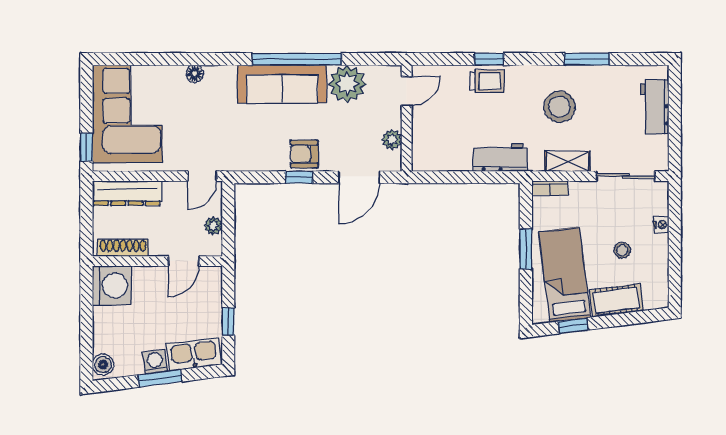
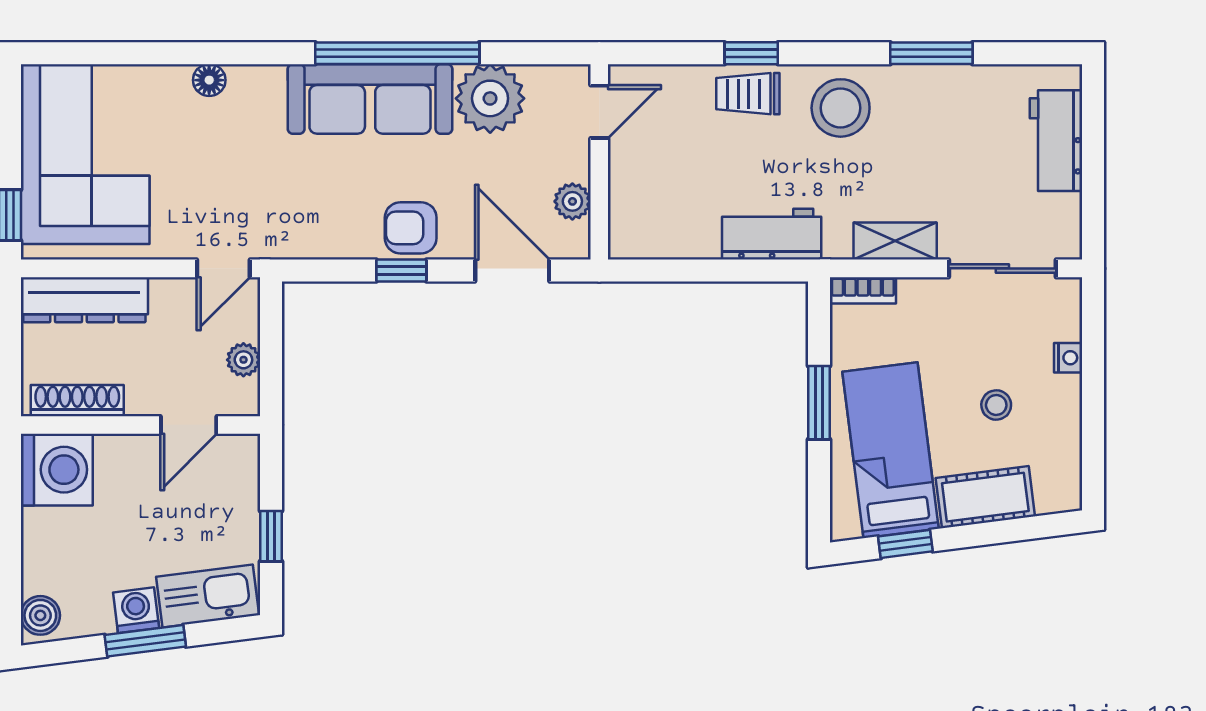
trolley: (487, 81) -> (748, 94), turned 180
stool: (560, 107) -> (841, 108), moved
door: (359, 177) -> (512, 271), swing flipped

